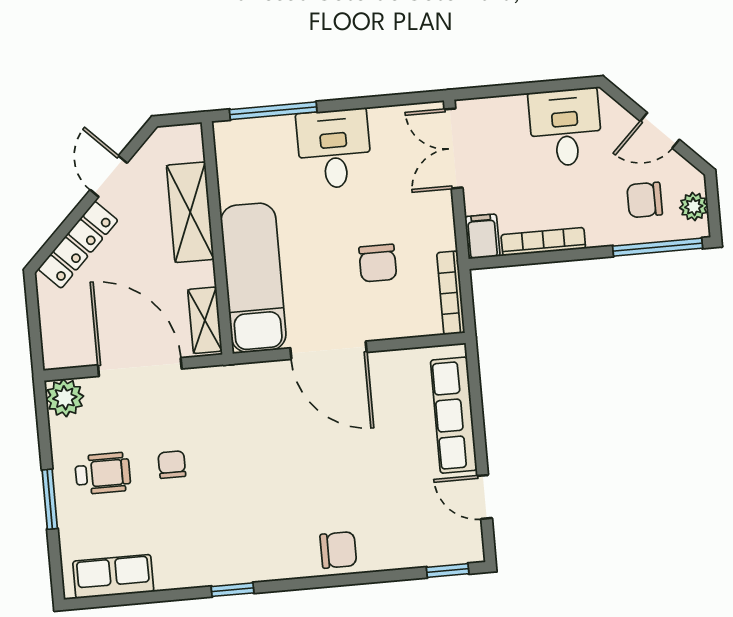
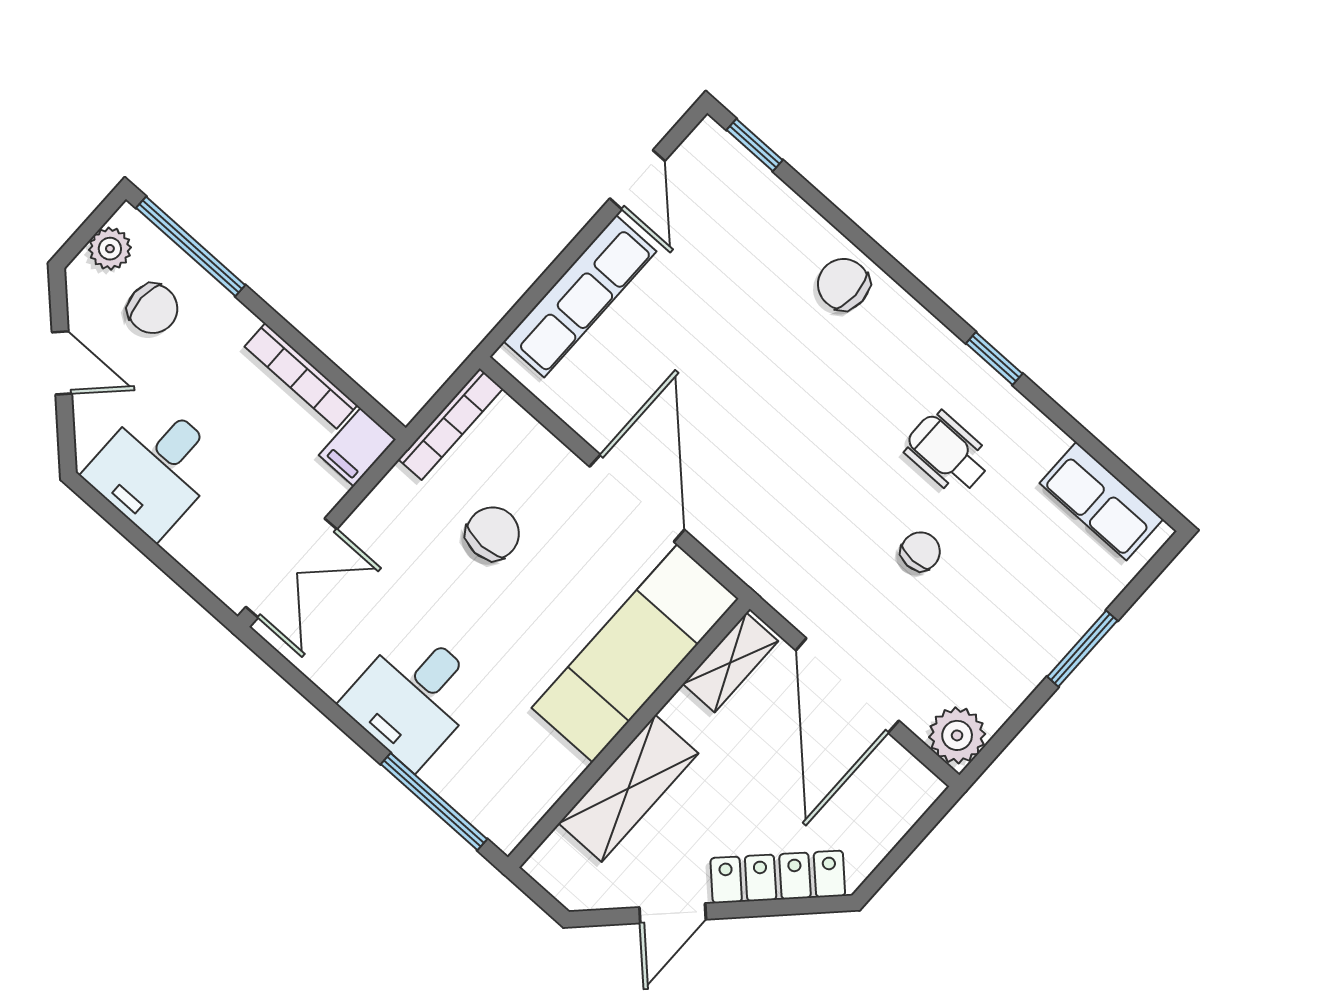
chair: (172, 465) -> (920, 551), turned 180
wheelchair: (103, 473) -> (948, 453), moved

